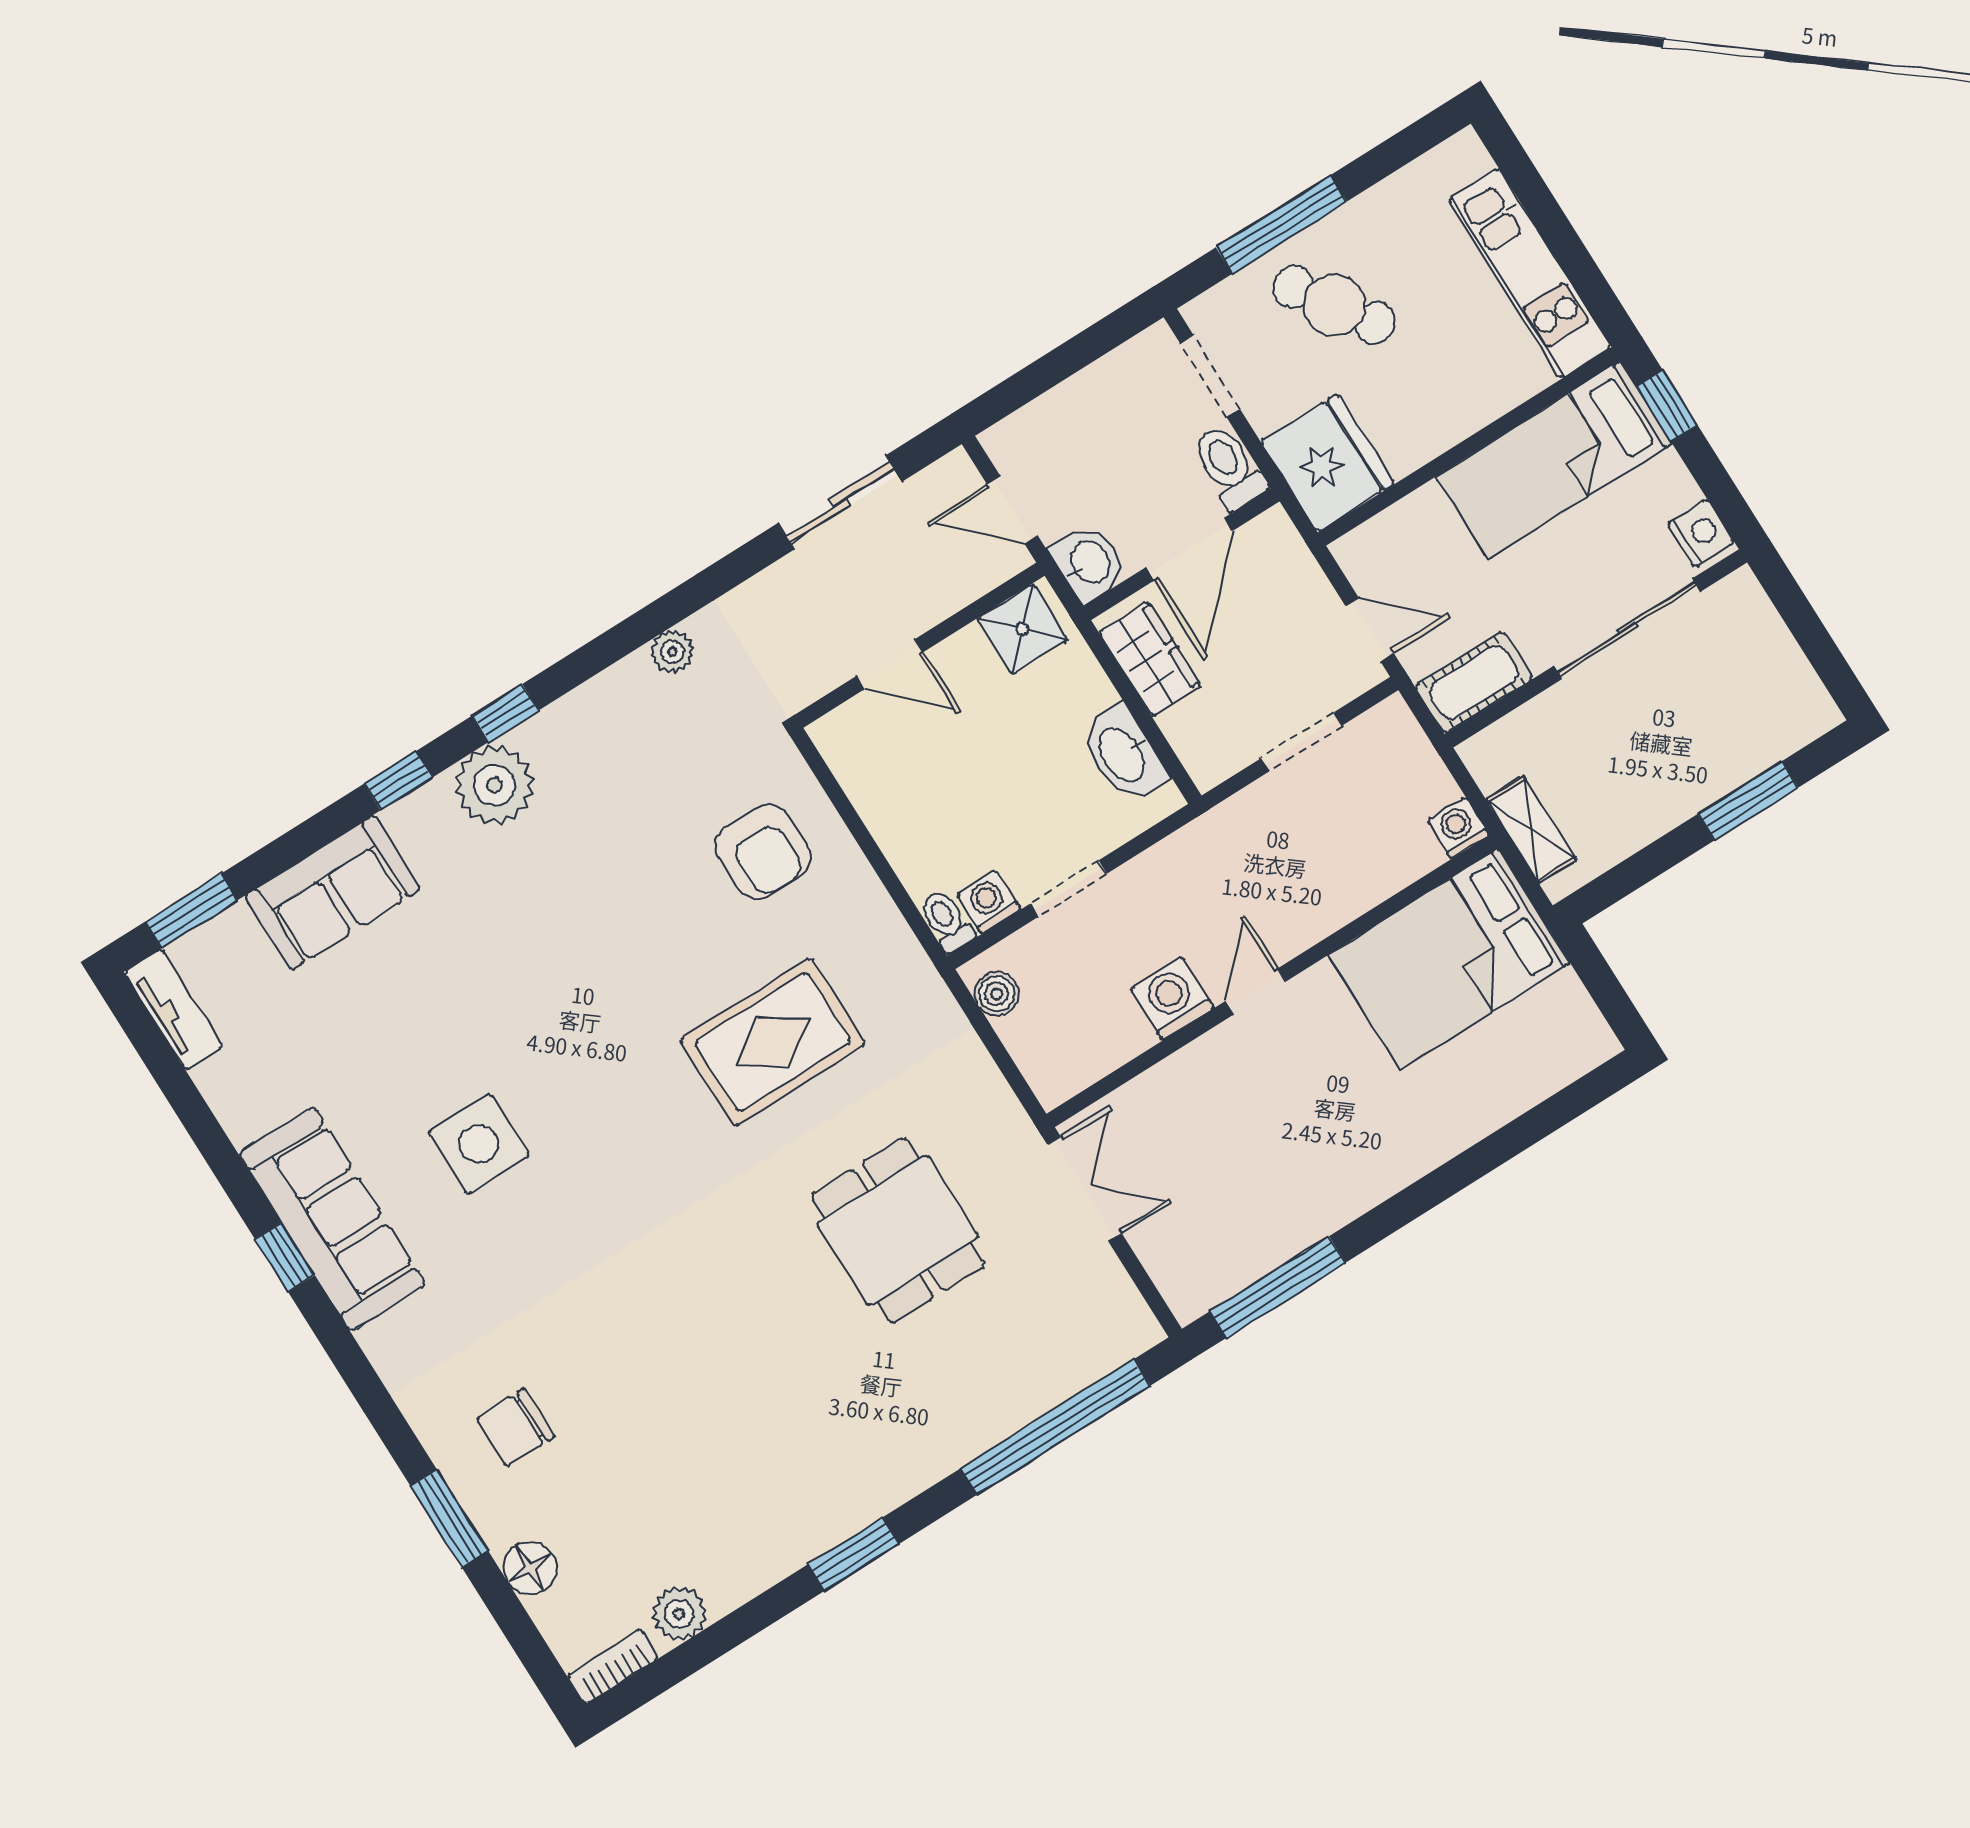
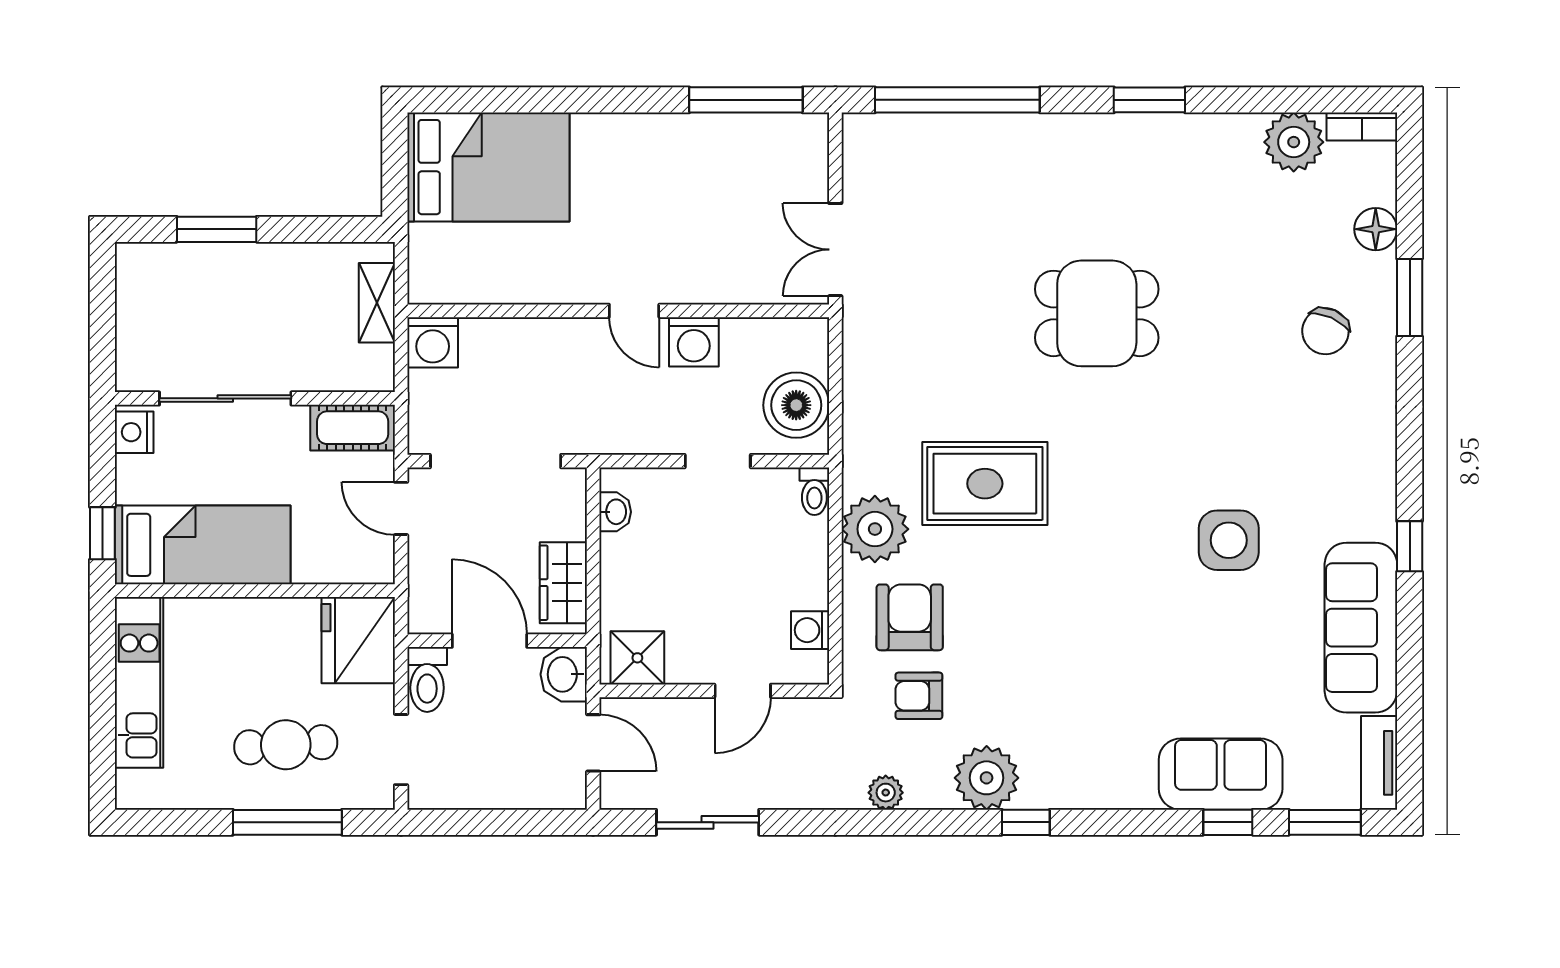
cafe table: (1334, 305) -> (286, 745), turned -60
door: (1189, 549) -> (489, 641), hinge flipped
door: (890, 664) -> (743, 691), swing flipped
doorway: (1302, 742) -> (496, 461), width x1.87
washbasin: (1123, 754) -> (615, 512), width x0.52, depth x0.69
armchair: (701, 775) -> (919, 696), added
window: (398, 781) -> (1228, 822), moved
plant: (494, 785) -> (987, 778), moved
washing machine: (1458, 828) -> (433, 342), width x1.38, depth x1.38
washing machine: (989, 902) -> (810, 630), moved, turned 90
plant: (858, 922) -> (875, 529), added
bed: (1449, 959) -> (488, 167), moved
door: (1256, 991) -> (634, 311), hinge flipped
boiler: (997, 994) -> (796, 405), width x1.86, depth x1.86
sofa: (332, 1219) -> (1361, 628), moved
dining table: (898, 1230) -> (1097, 313), moved, turned 90
chair: (515, 1428) -> (1325, 331), turned 114
plant: (679, 1614) -> (1294, 142), width x1.36, depth x1.36

